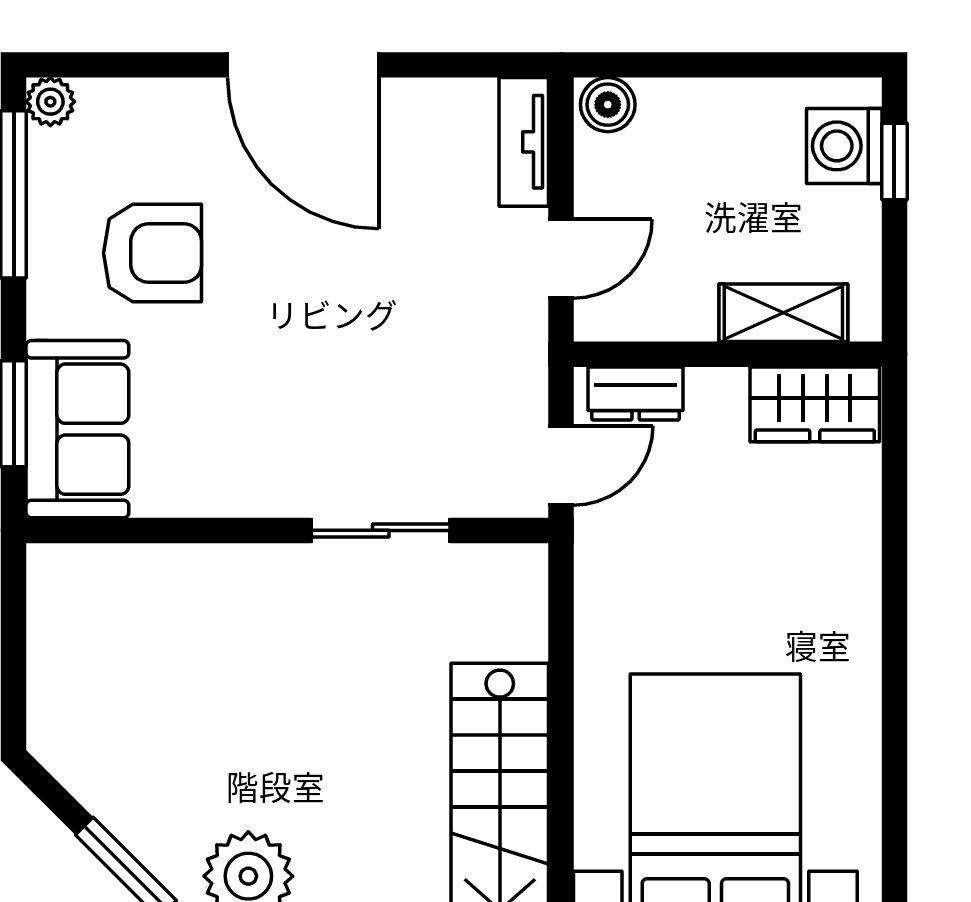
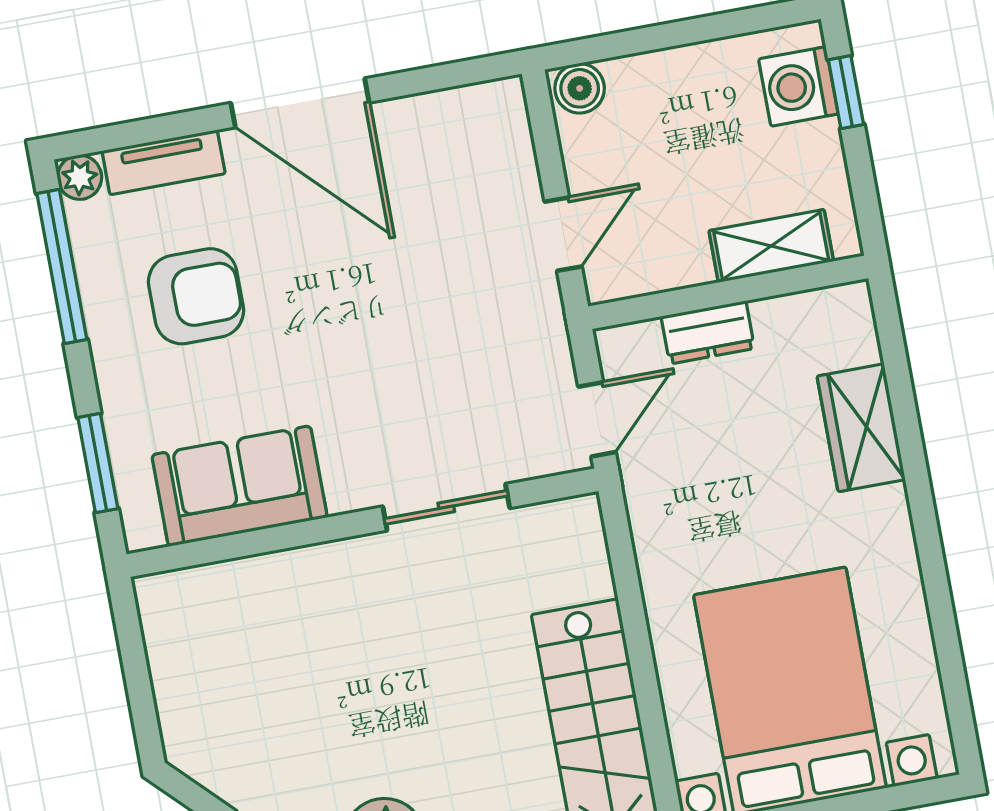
tv unit: (524, 142) -> (164, 162), moved, turned -90
dresser: (636, 394) -> (708, 332), moved
wardrobe: (815, 404) -> (861, 428), moved, turned 90
sofa: (77, 429) -> (239, 486), moved, turned -90

